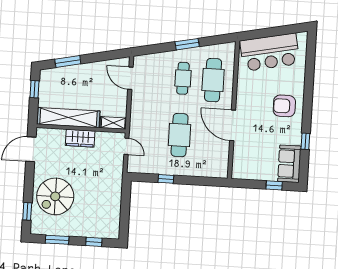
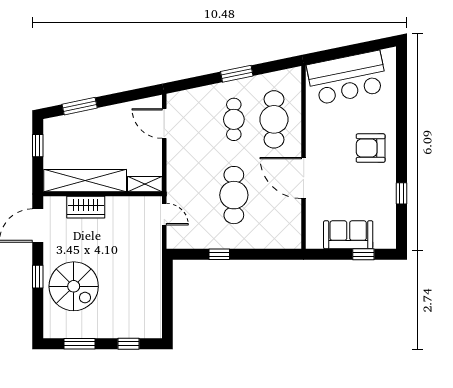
wardrobe: (80, 138) -> (86, 207), moved
sofa: (289, 164) -> (348, 235), moved, turned 90
spiral stairs: (55, 196) -> (74, 286), turned -90
window: (27, 211) -> (38, 277), moved

